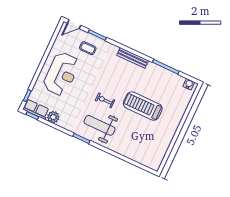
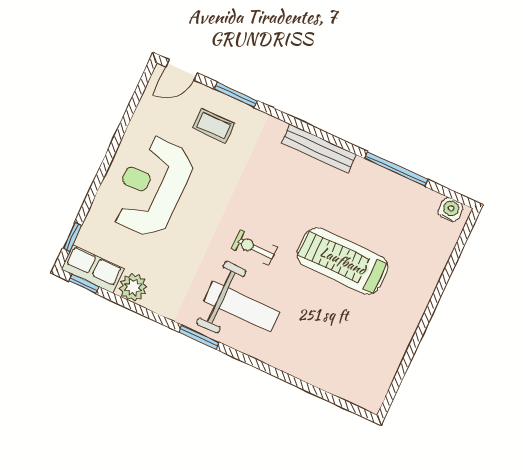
reception desk: (61, 74) -> (152, 186), turned 180
weight bench: (99, 125) -> (241, 306), turned 180

